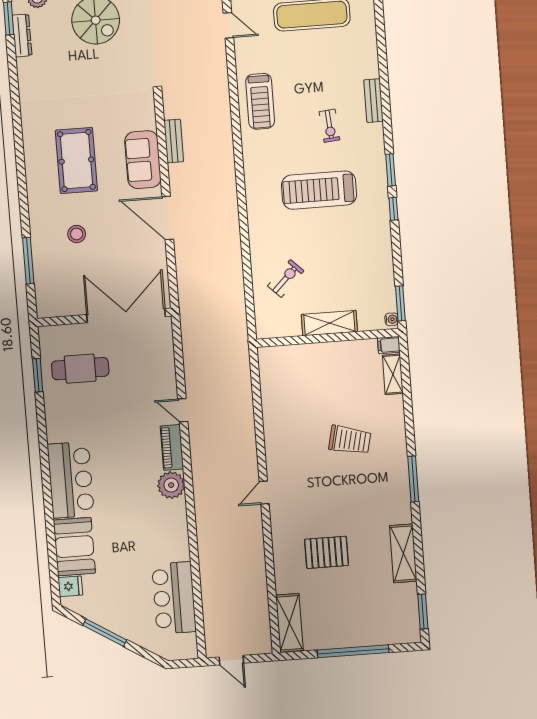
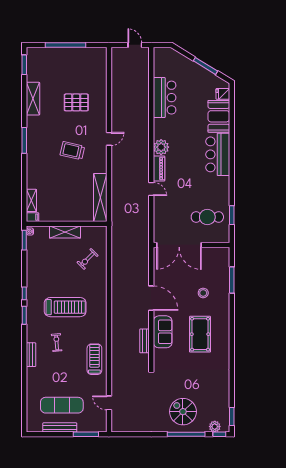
dresser: (22, 35) -> (225, 406), removed
trolley: (350, 440) -> (72, 151), moved
bar counter: (174, 598) -> (165, 98), moved
shelving: (289, 623) -> (100, 198), moved, width x1.47

